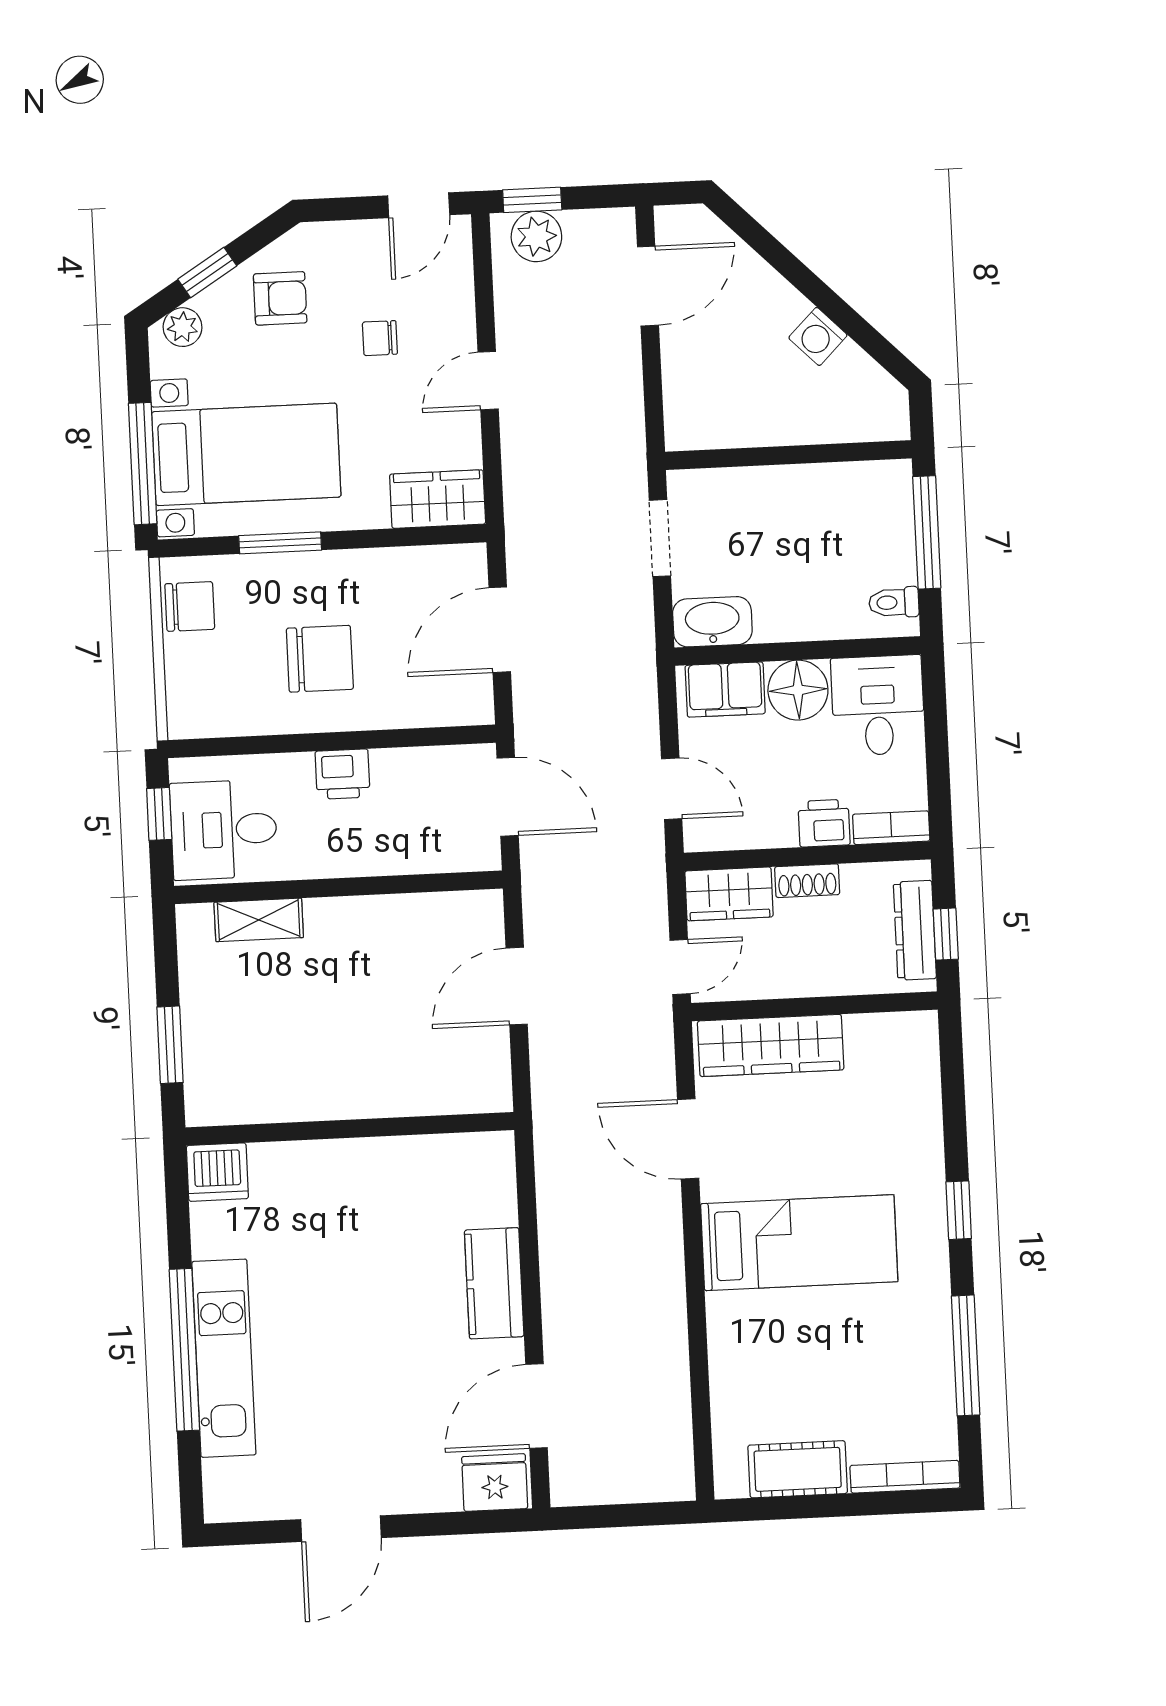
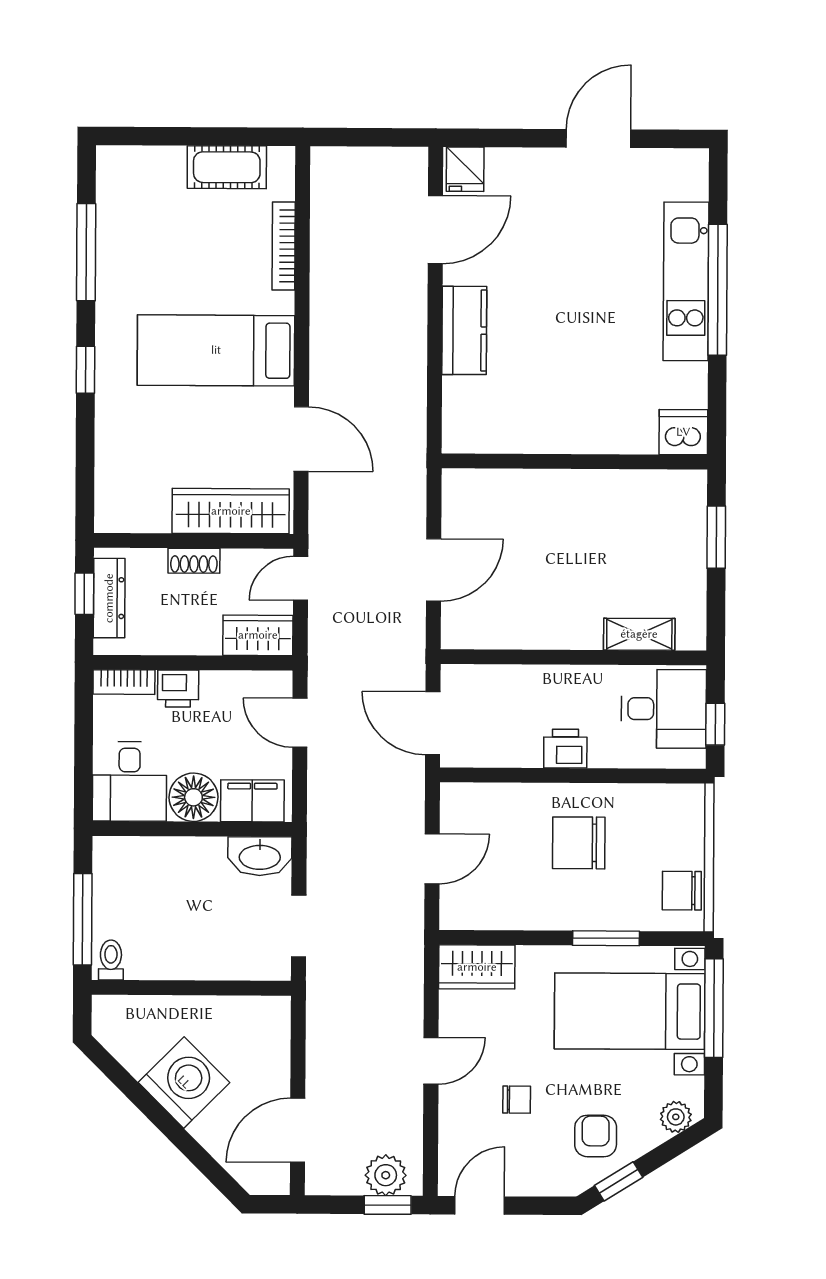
window: (207, 273) -> (619, 1181), moved
armchair: (280, 298) -> (596, 1136), turned 90
washing machine: (818, 336) -> (184, 1082), width x1.89, depth x1.89
toilet: (894, 602) -> (111, 960), moved, turned -90
door: (500, 630) -> (432, 859), width x0.73
shoe rack: (807, 881) -> (194, 561), moved, turned 180
bookcase: (905, 1477) -> (284, 246), moved, turned 90
fridge: (495, 1483) -> (465, 169), width x0.72

